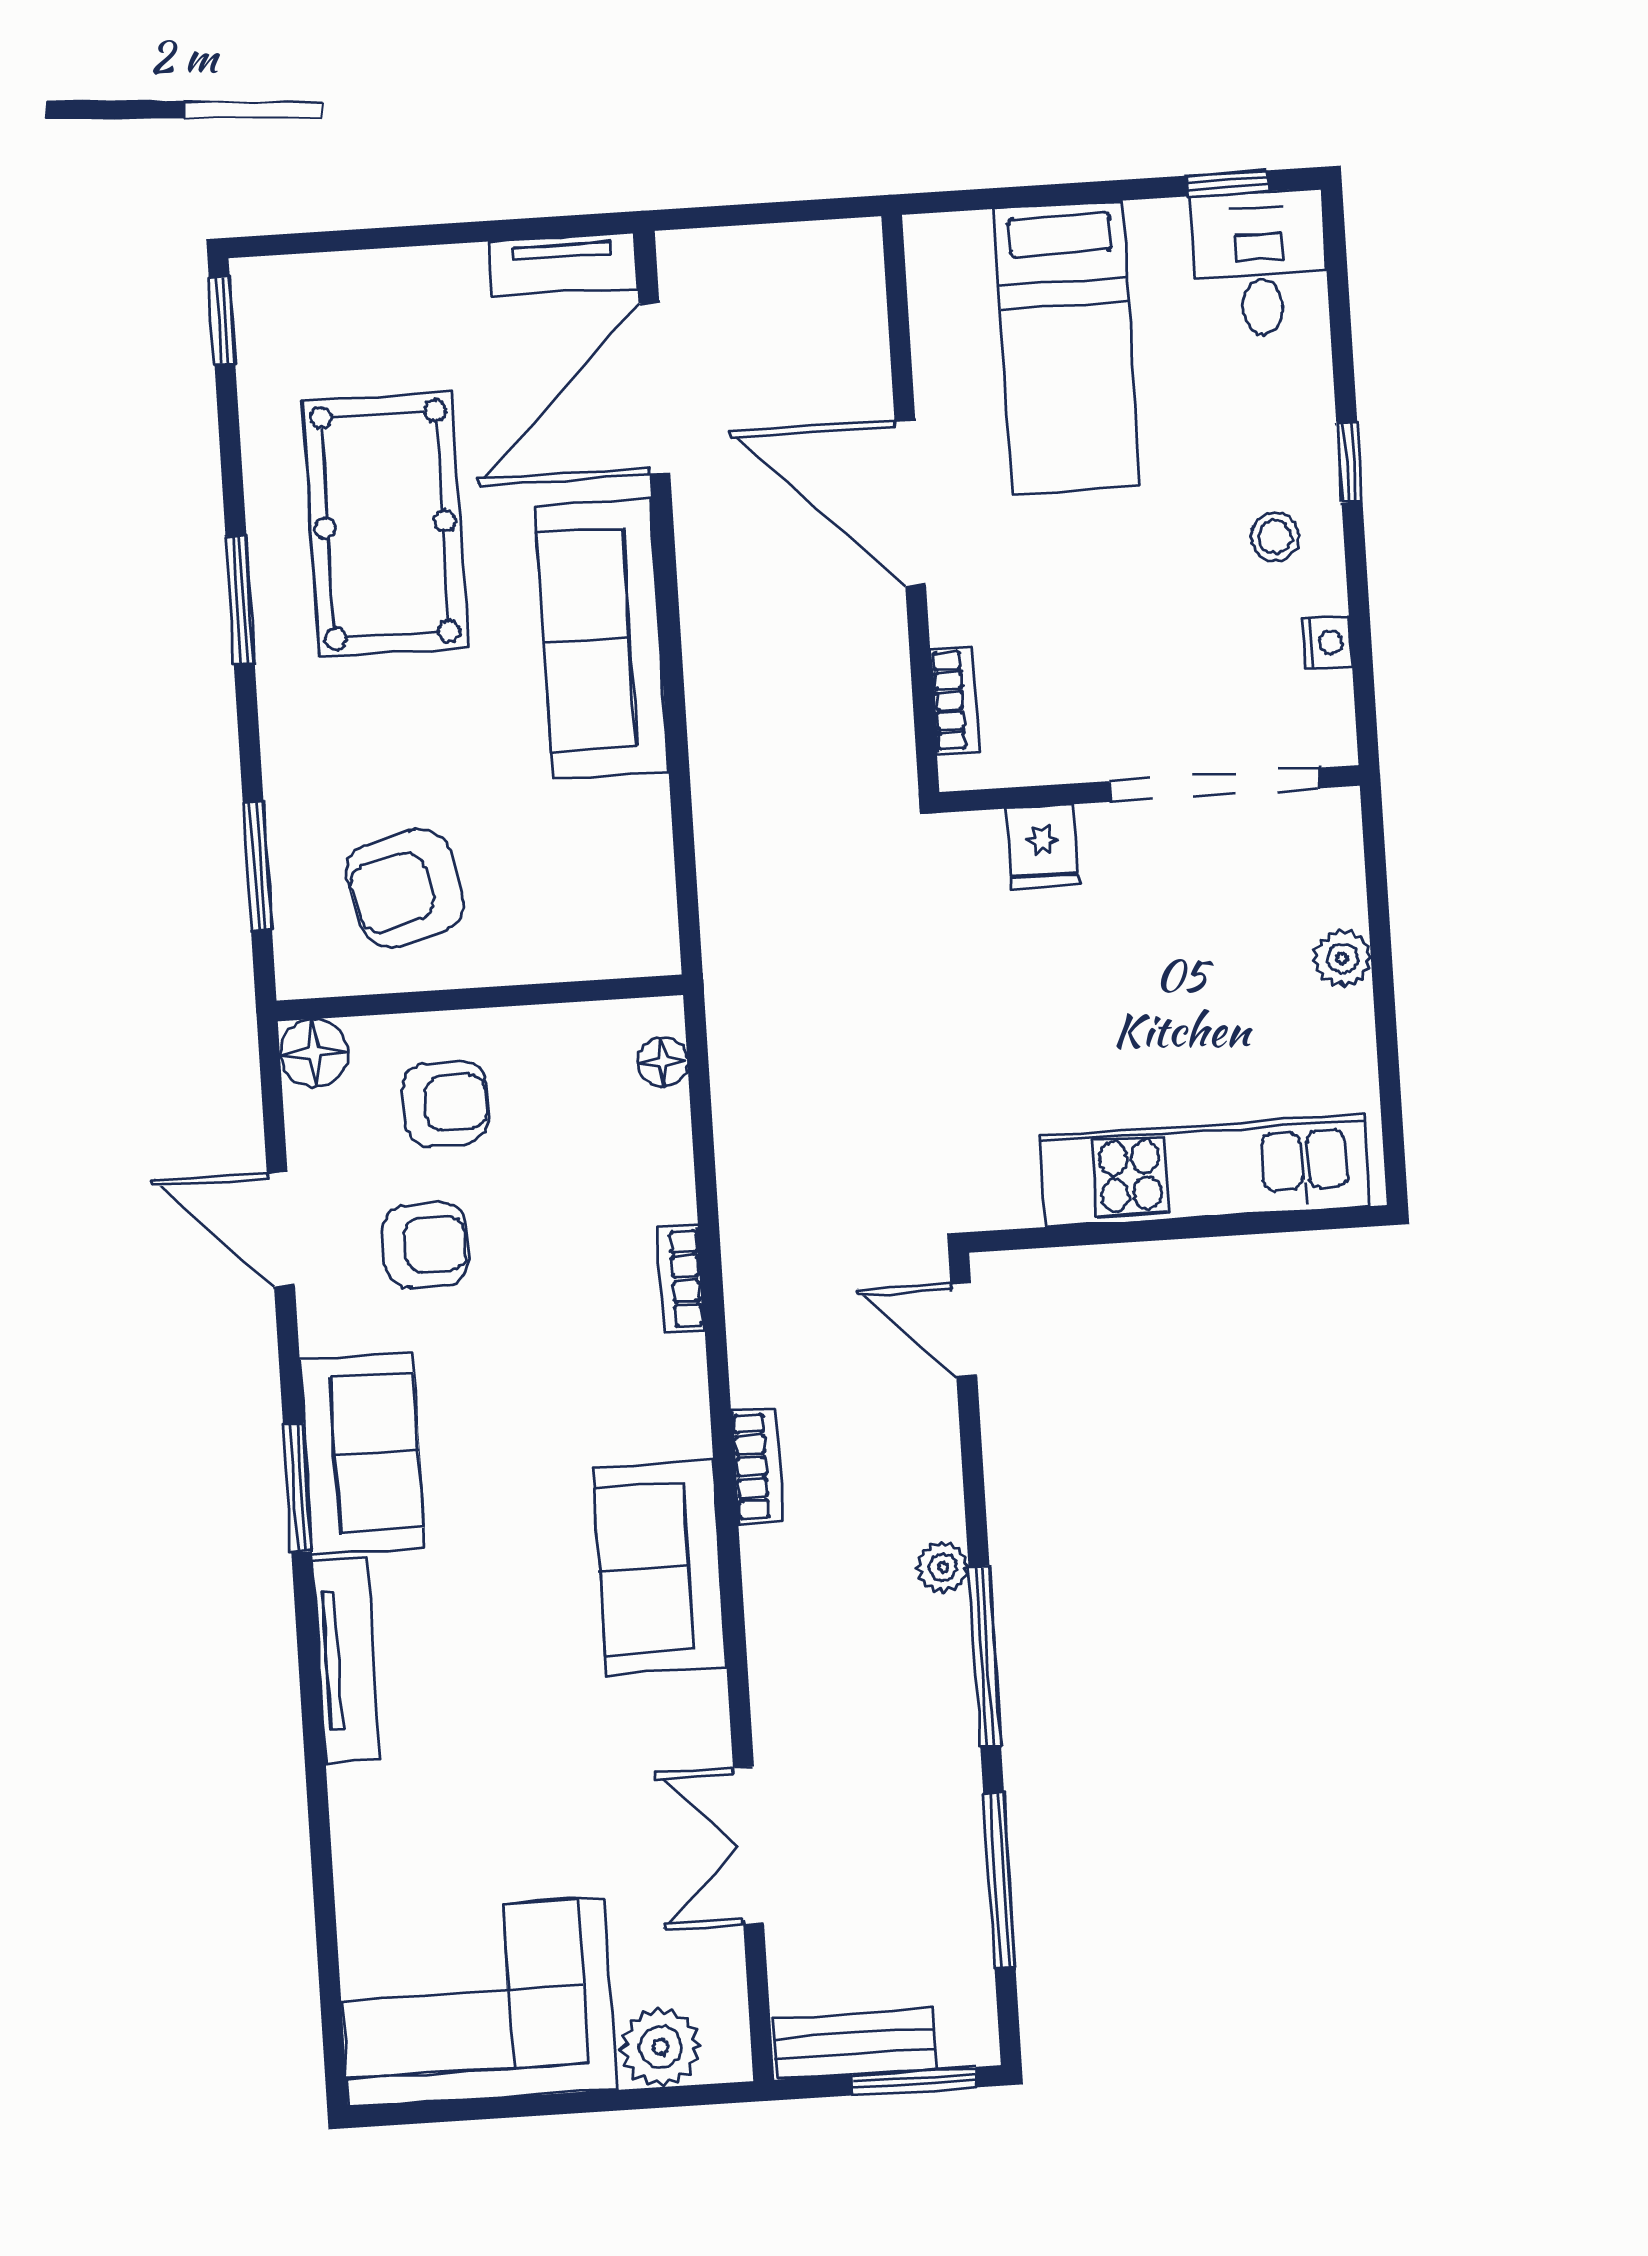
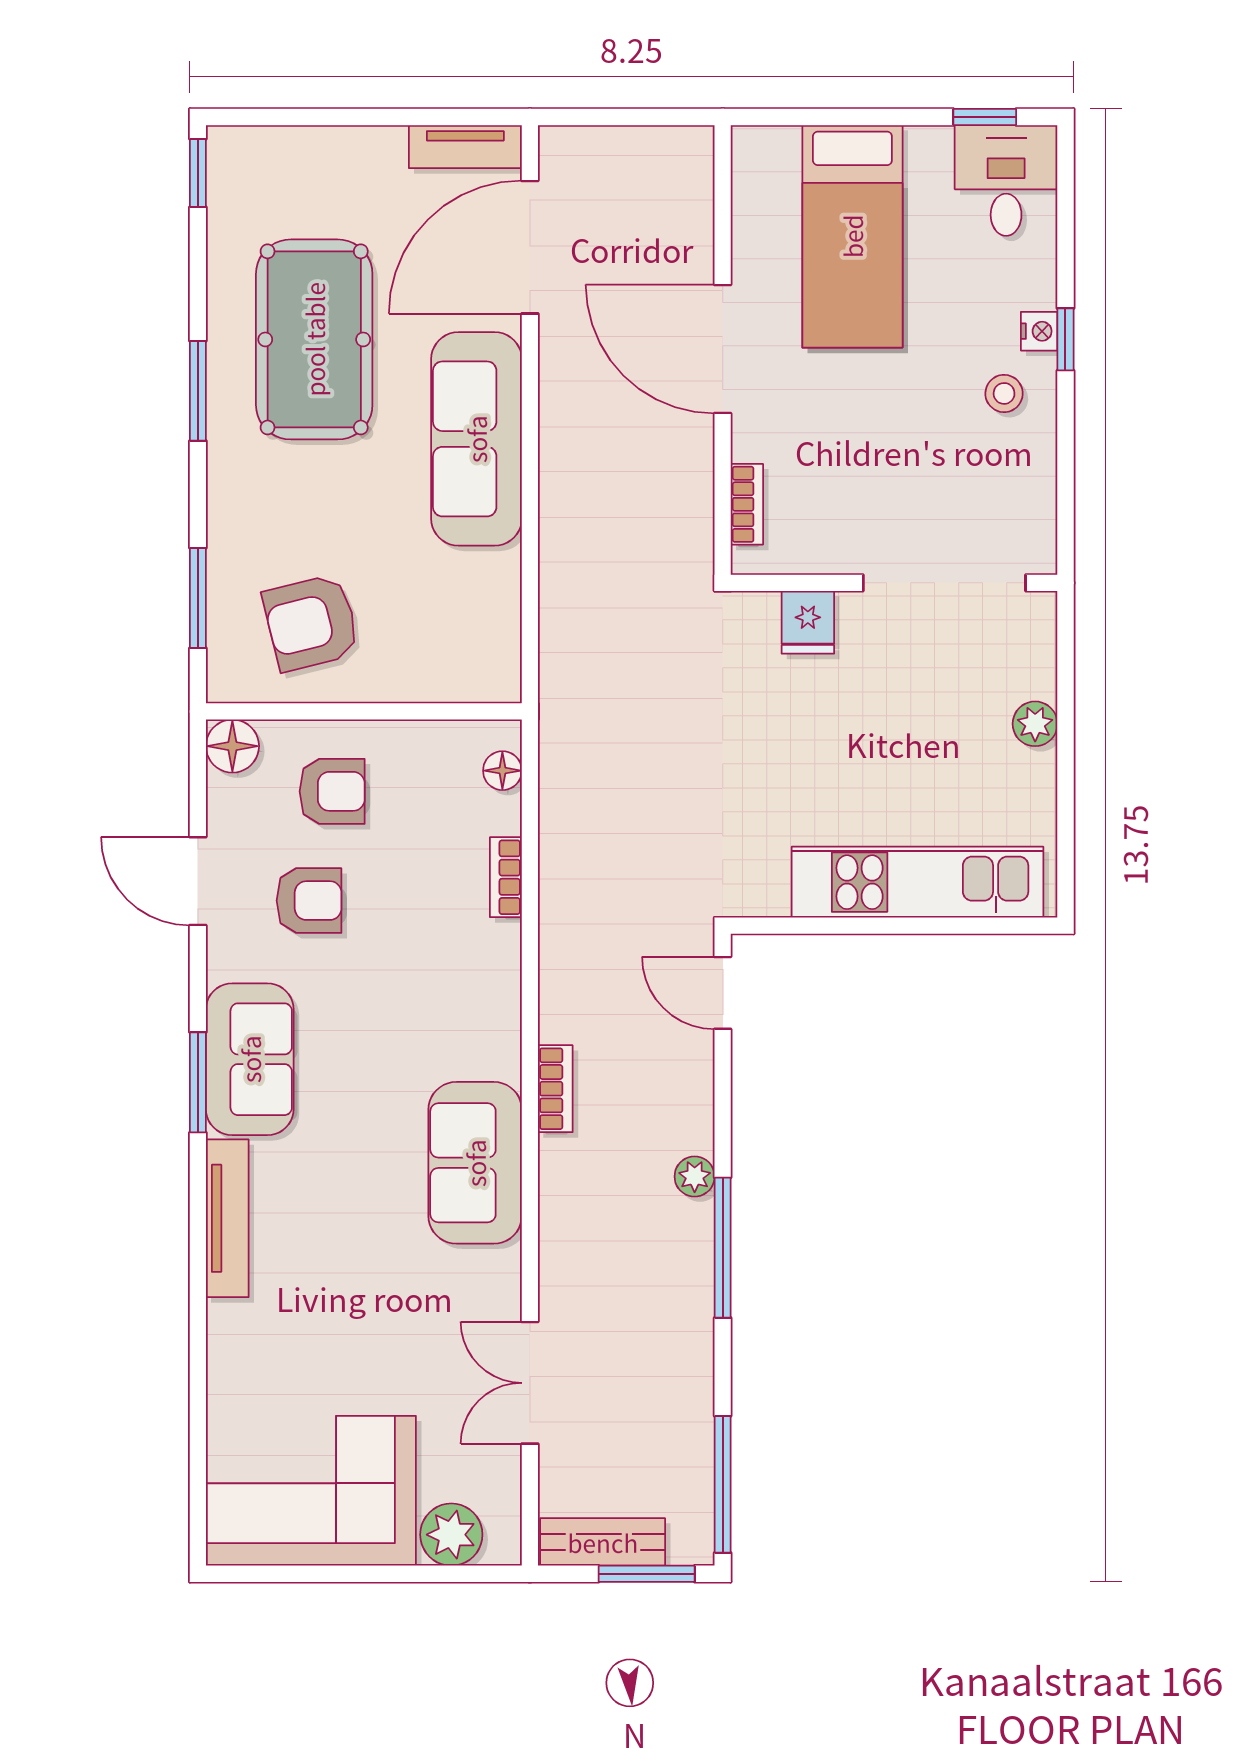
nightstand: (1327, 642) -> (1039, 331), moved
bookcase: (681, 1279) -> (506, 877), moved
window: (999, 1880) -> (723, 1484), moved

